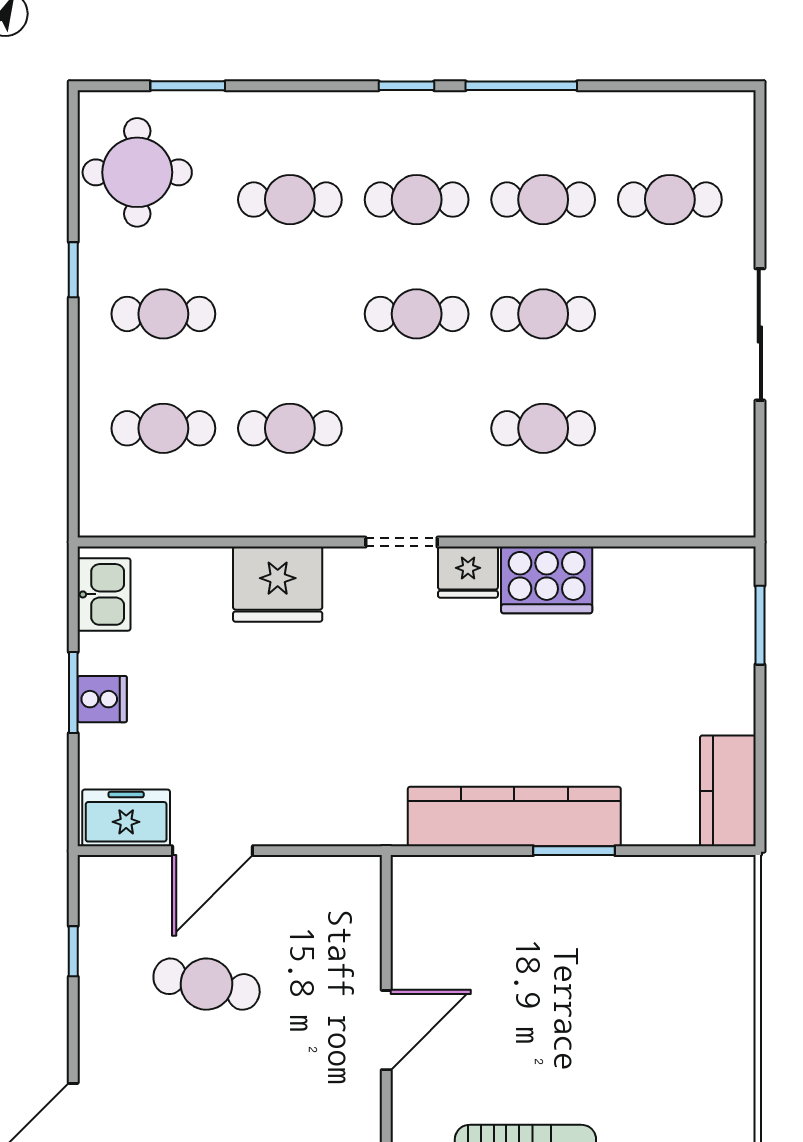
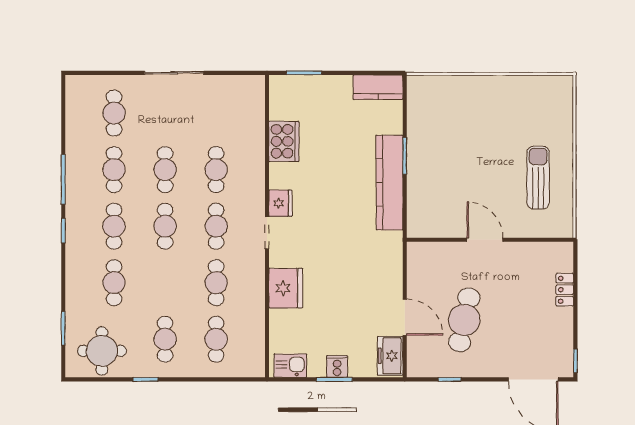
cafe table: (417, 428) -> (216, 226), added
cooker: (547, 580) -> (284, 141), moved
cafe table: (207, 984) -> (464, 320), width x1.37, depth x1.35

